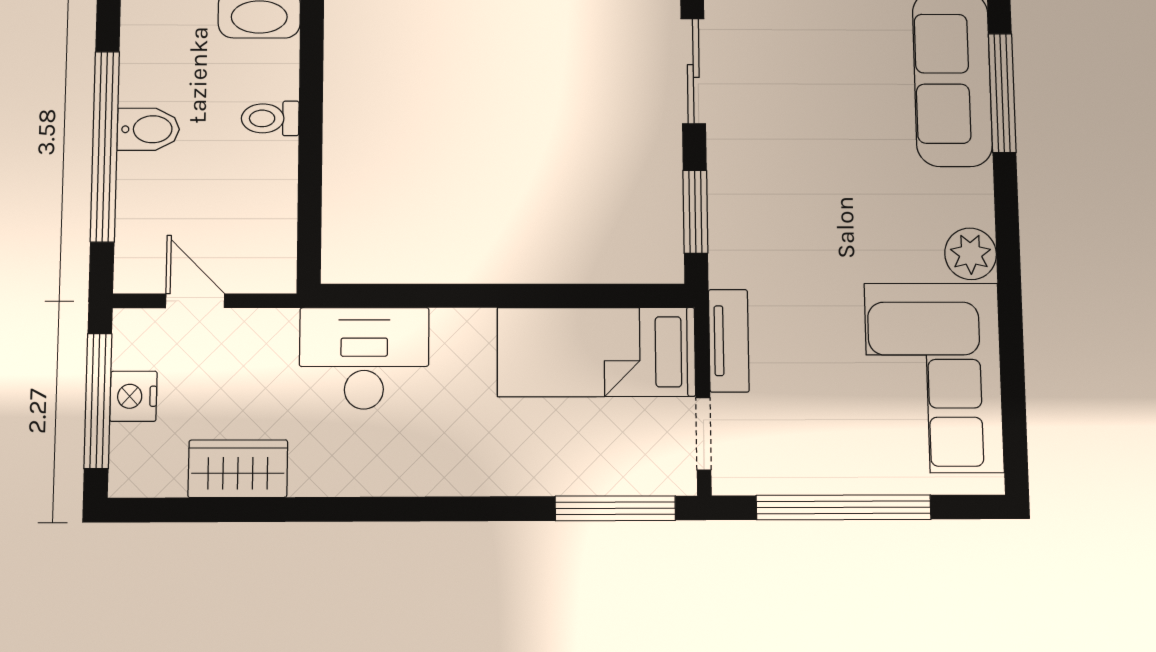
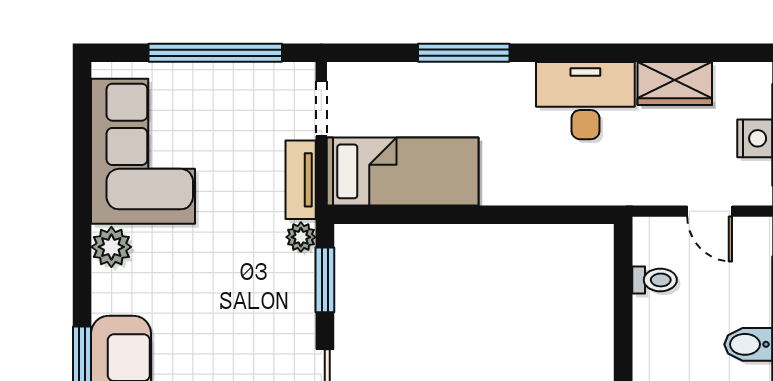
toilet: (270, 118) -> (655, 280), moved
plant: (727, 267) -> (301, 237), added
desk: (364, 358) -> (585, 101), moved, turned 180
window: (615, 508) -> (464, 53), moved

